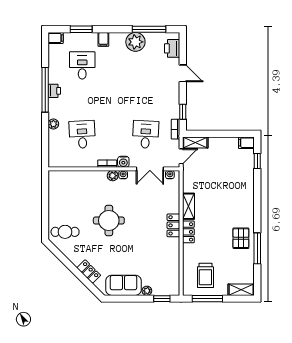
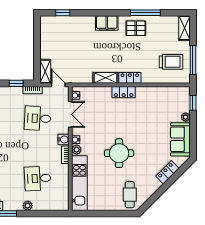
filing cabinet: (246, 143) -> (107, 23), moved, width x2.00
kitchen unit: (77, 179) -> (79, 183), added

